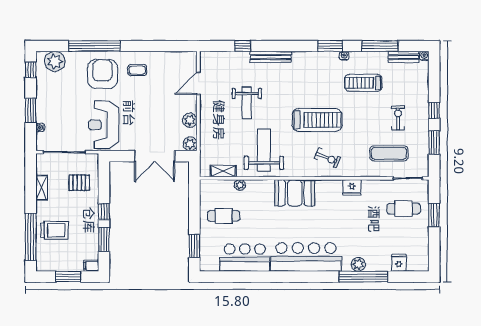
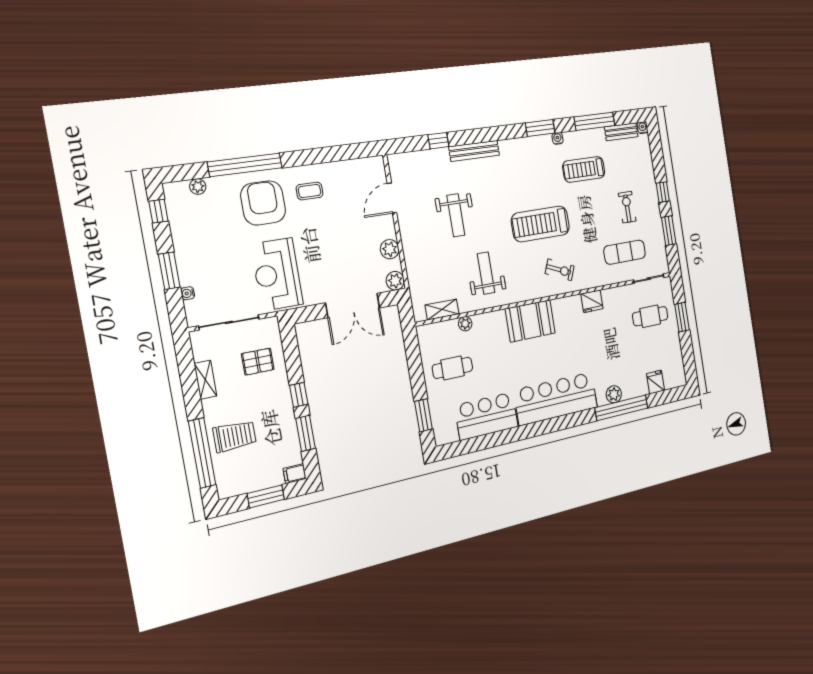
plant: (55, 61) -> (198, 187), width x0.53, depth x0.53
treadmill: (317, 120) -> (541, 224), turned 180
weight bench: (264, 150) -> (486, 273), width x0.73, depth x0.75

